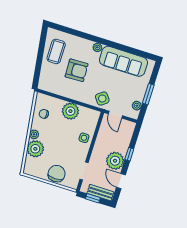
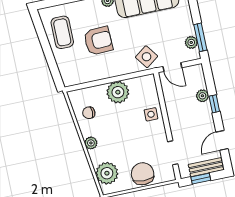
window: (148, 94) -> (200, 37), moved
plant: (35, 149) -> (107, 173), moved
plant: (115, 161) -> (202, 96), moved, width x0.53, depth x0.53
door: (121, 181) -> (222, 140), hinge flipped

